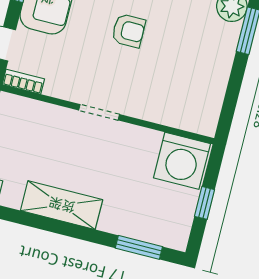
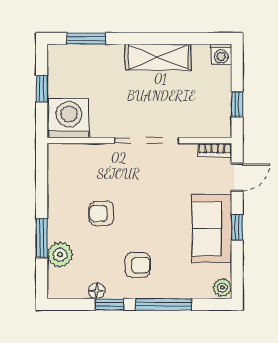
armchair: (129, 31) -> (101, 213), moved
doorway: (99, 112) -> (147, 141), width x1.88

